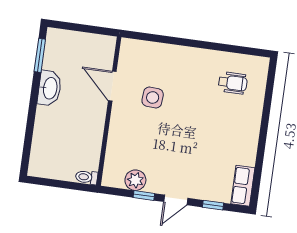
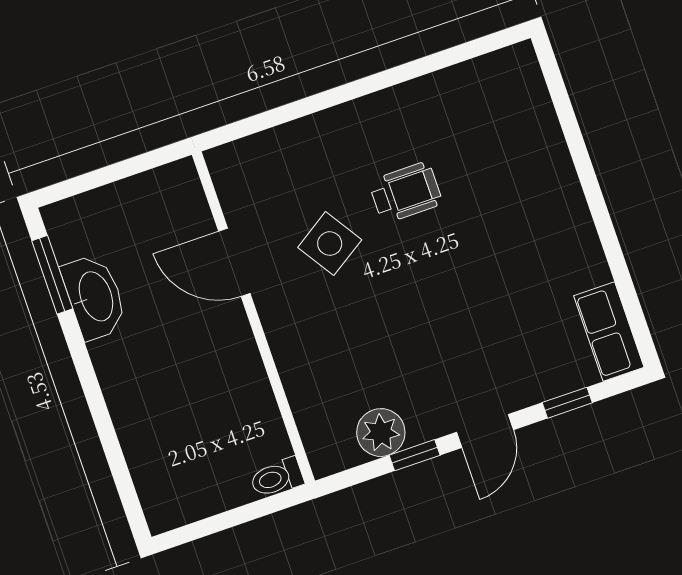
wheelchair: (233, 83) -> (406, 192), moved
washbasin: (50, 88) -> (95, 297), moved
side table: (153, 97) -> (330, 244), turned -37

